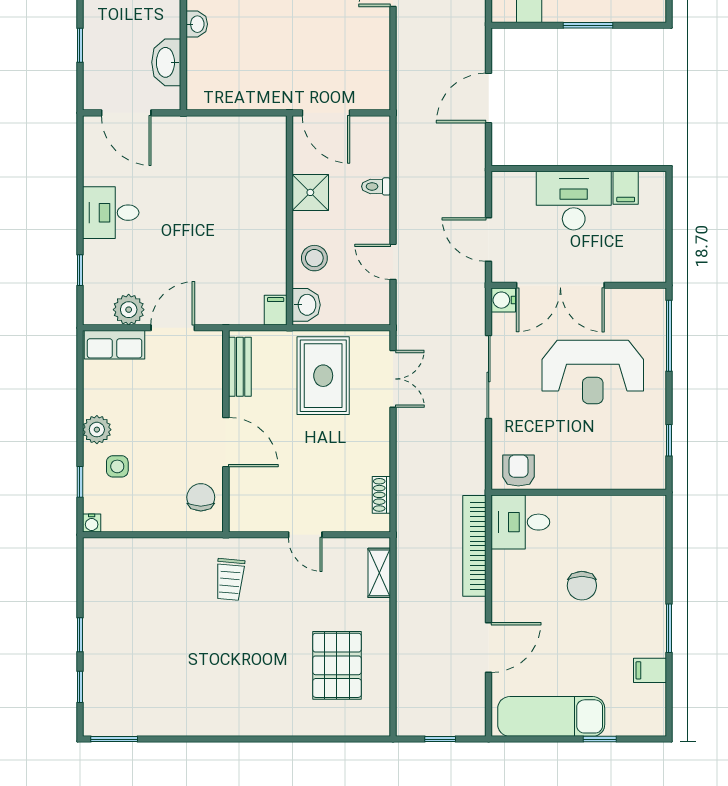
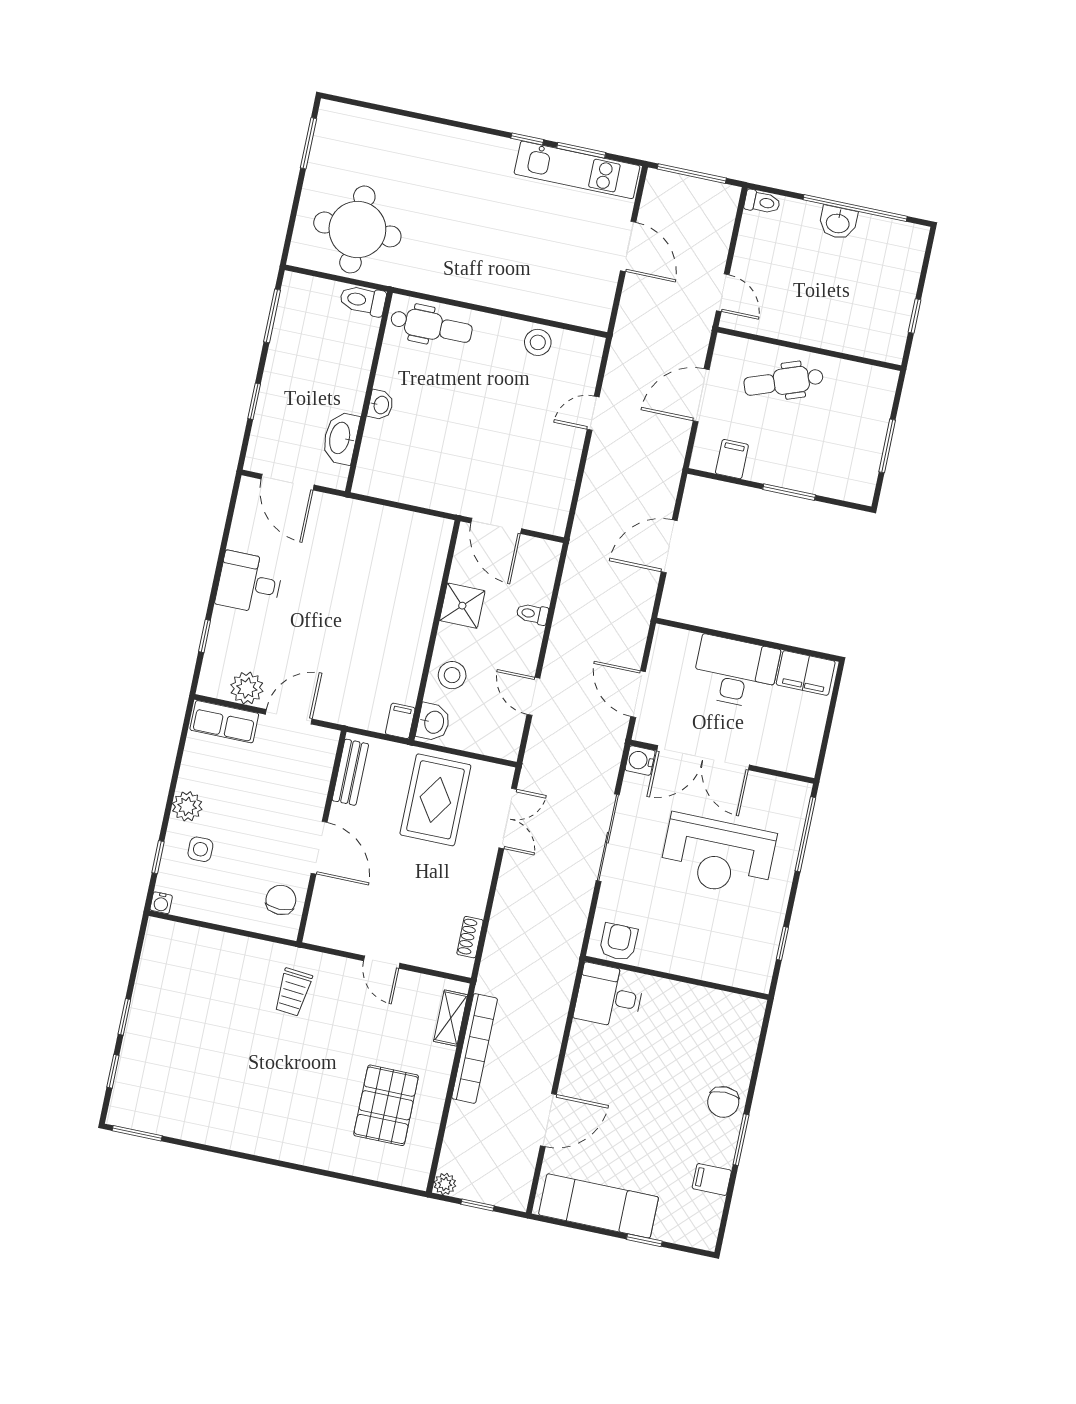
filing cabinet: (626, 188) -> (806, 673), width x2.00
bookcase: (474, 546) -> (475, 1048), moved, turned 180
chair: (582, 586) -> (723, 1102), moved
plant: (406, 726) -> (445, 1184), added

